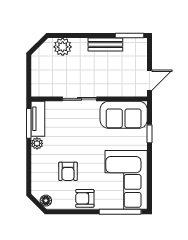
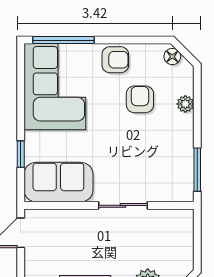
tv unit: (38, 119) -> (184, 176), removed
plant: (37, 143) -> (185, 104), moved

